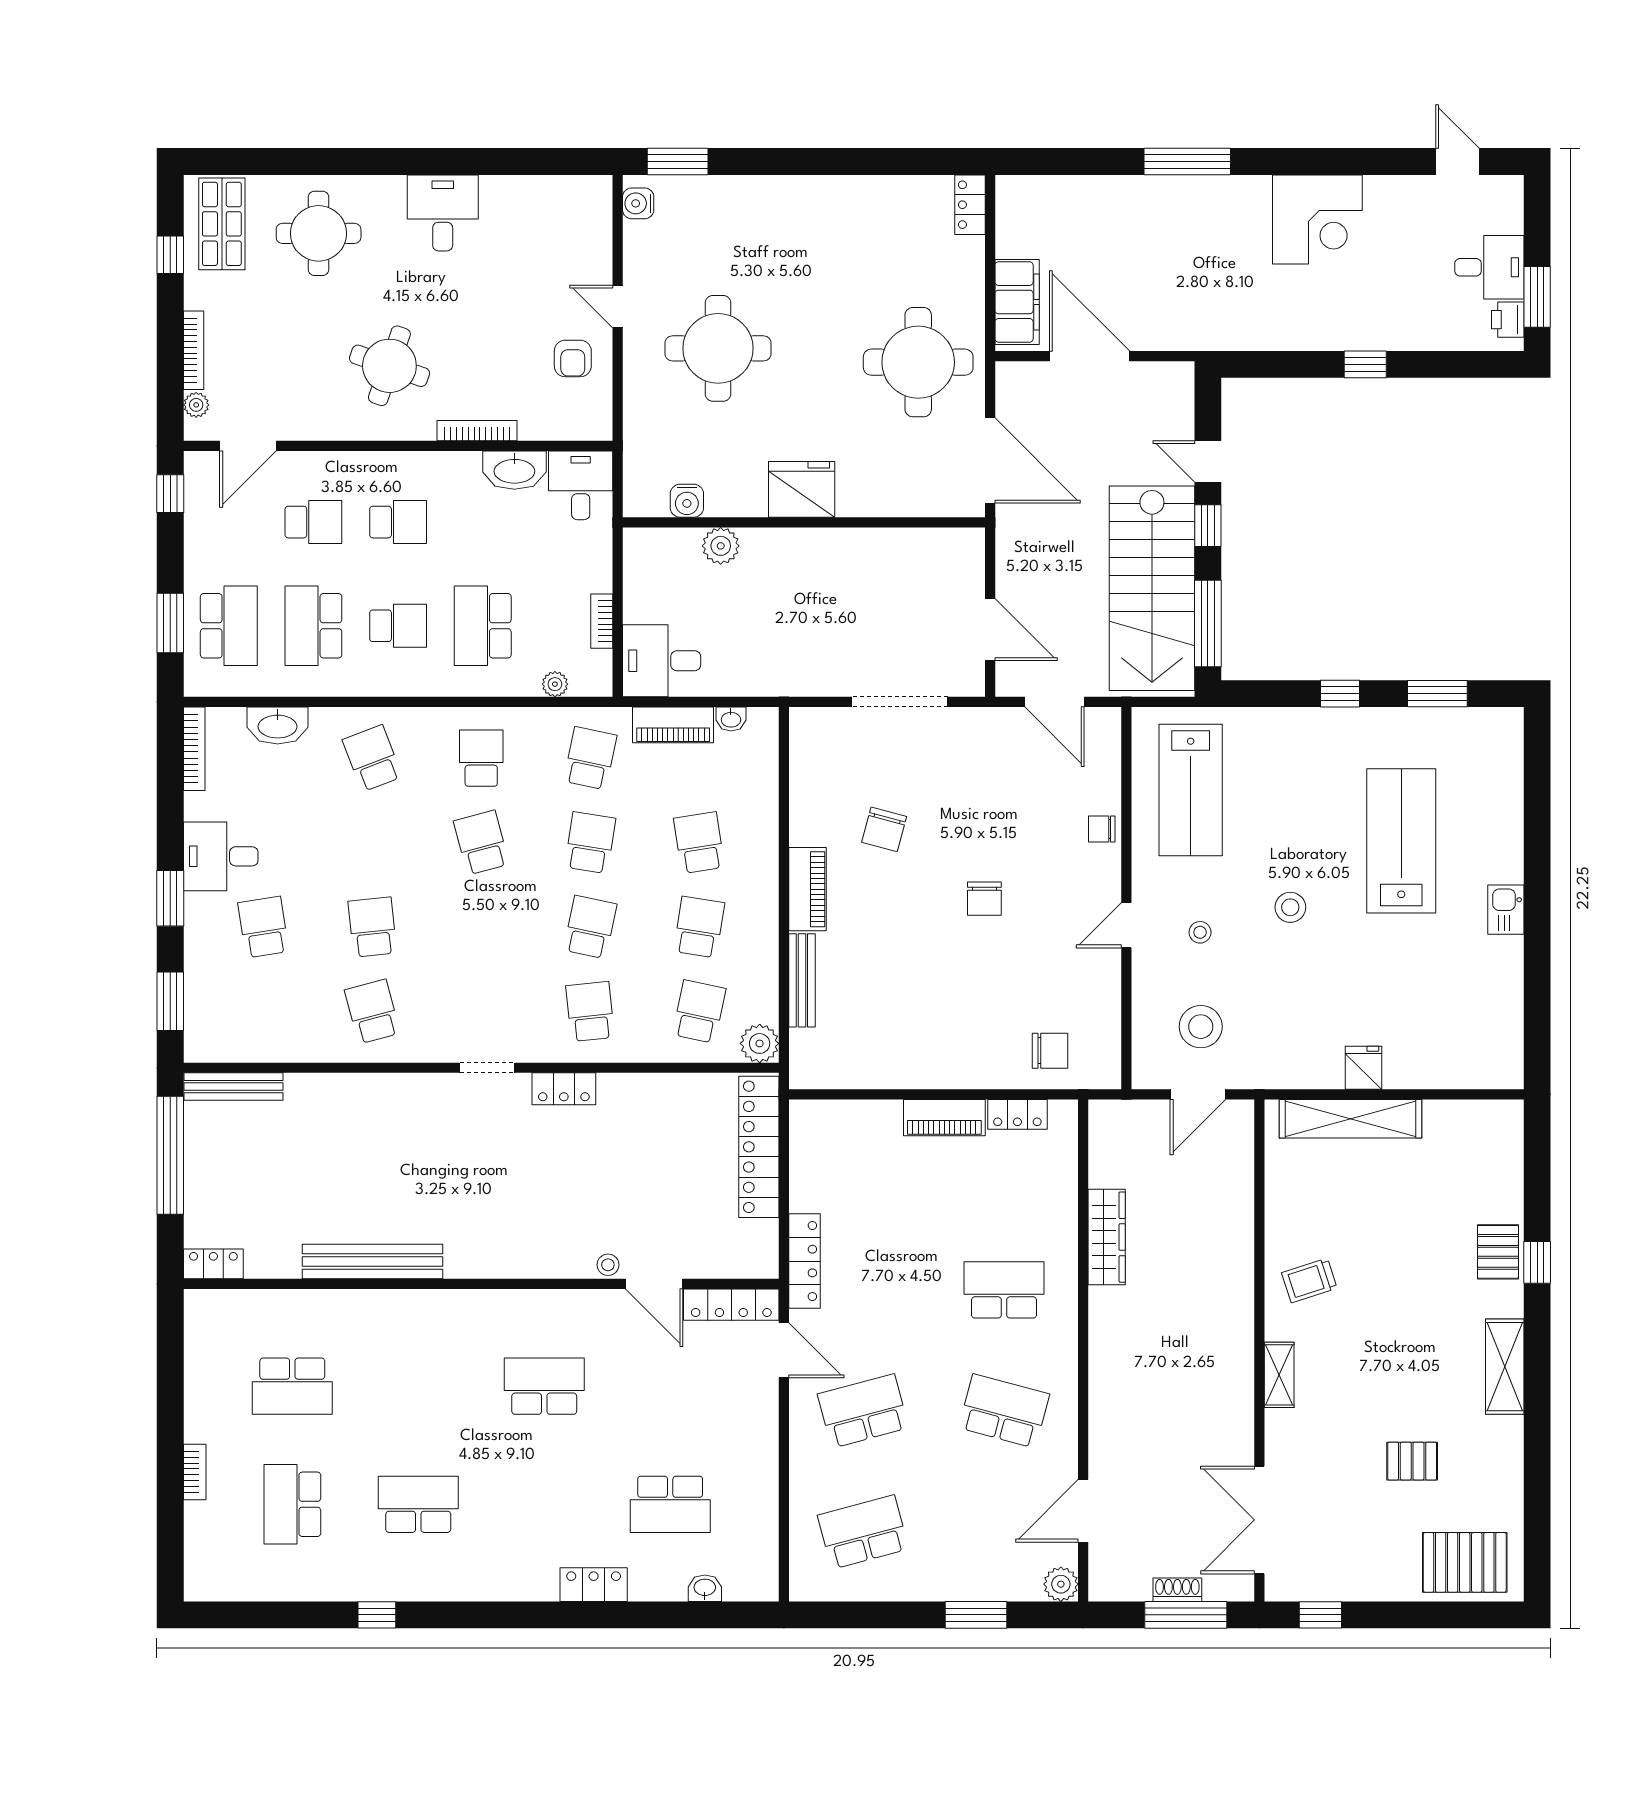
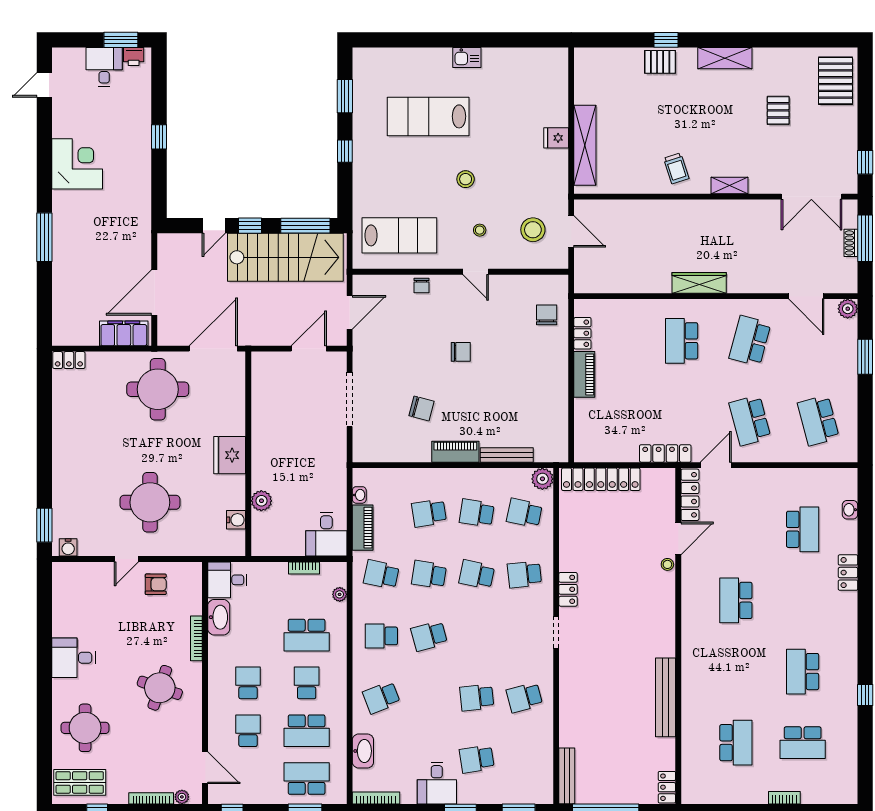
wardrobe: (1107, 1237) -> (699, 283), moved

